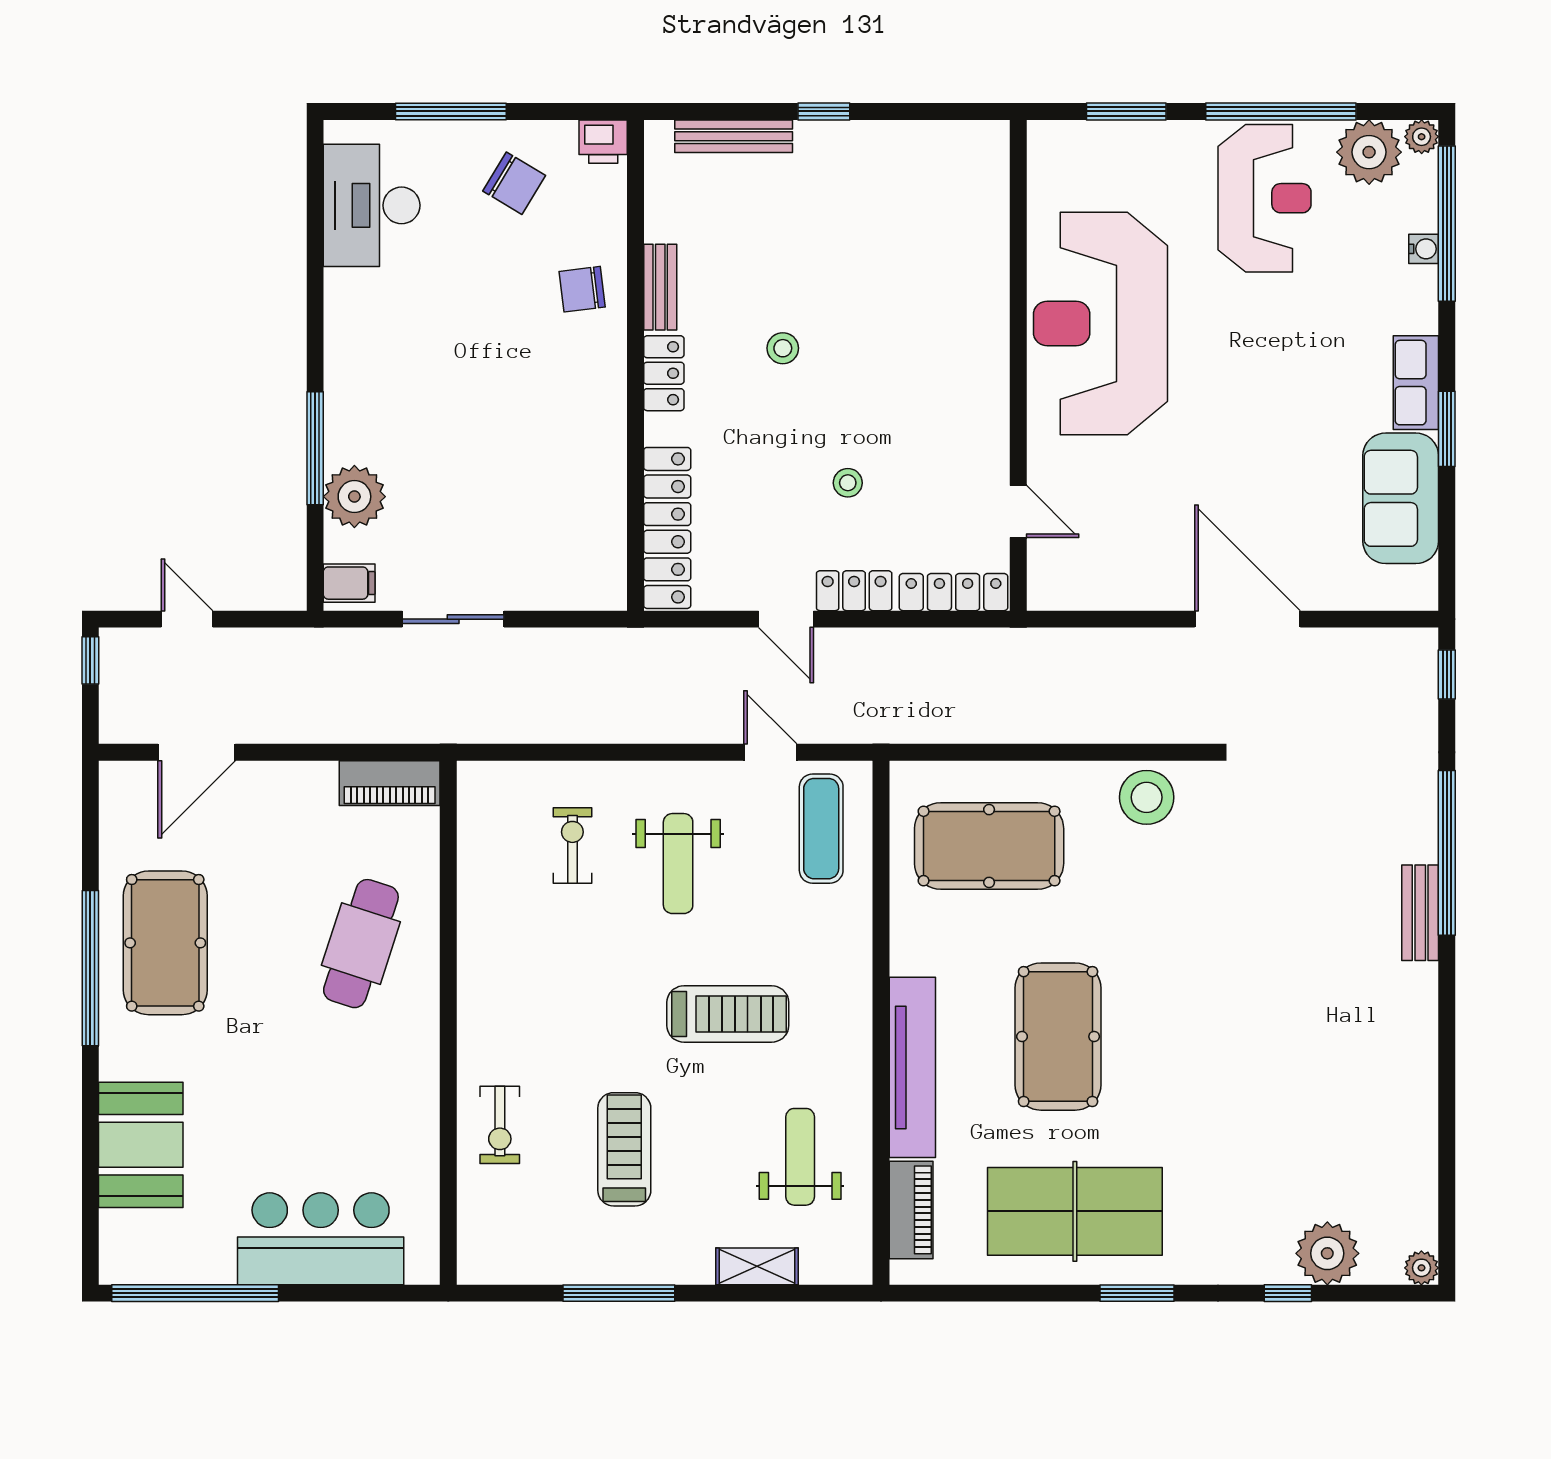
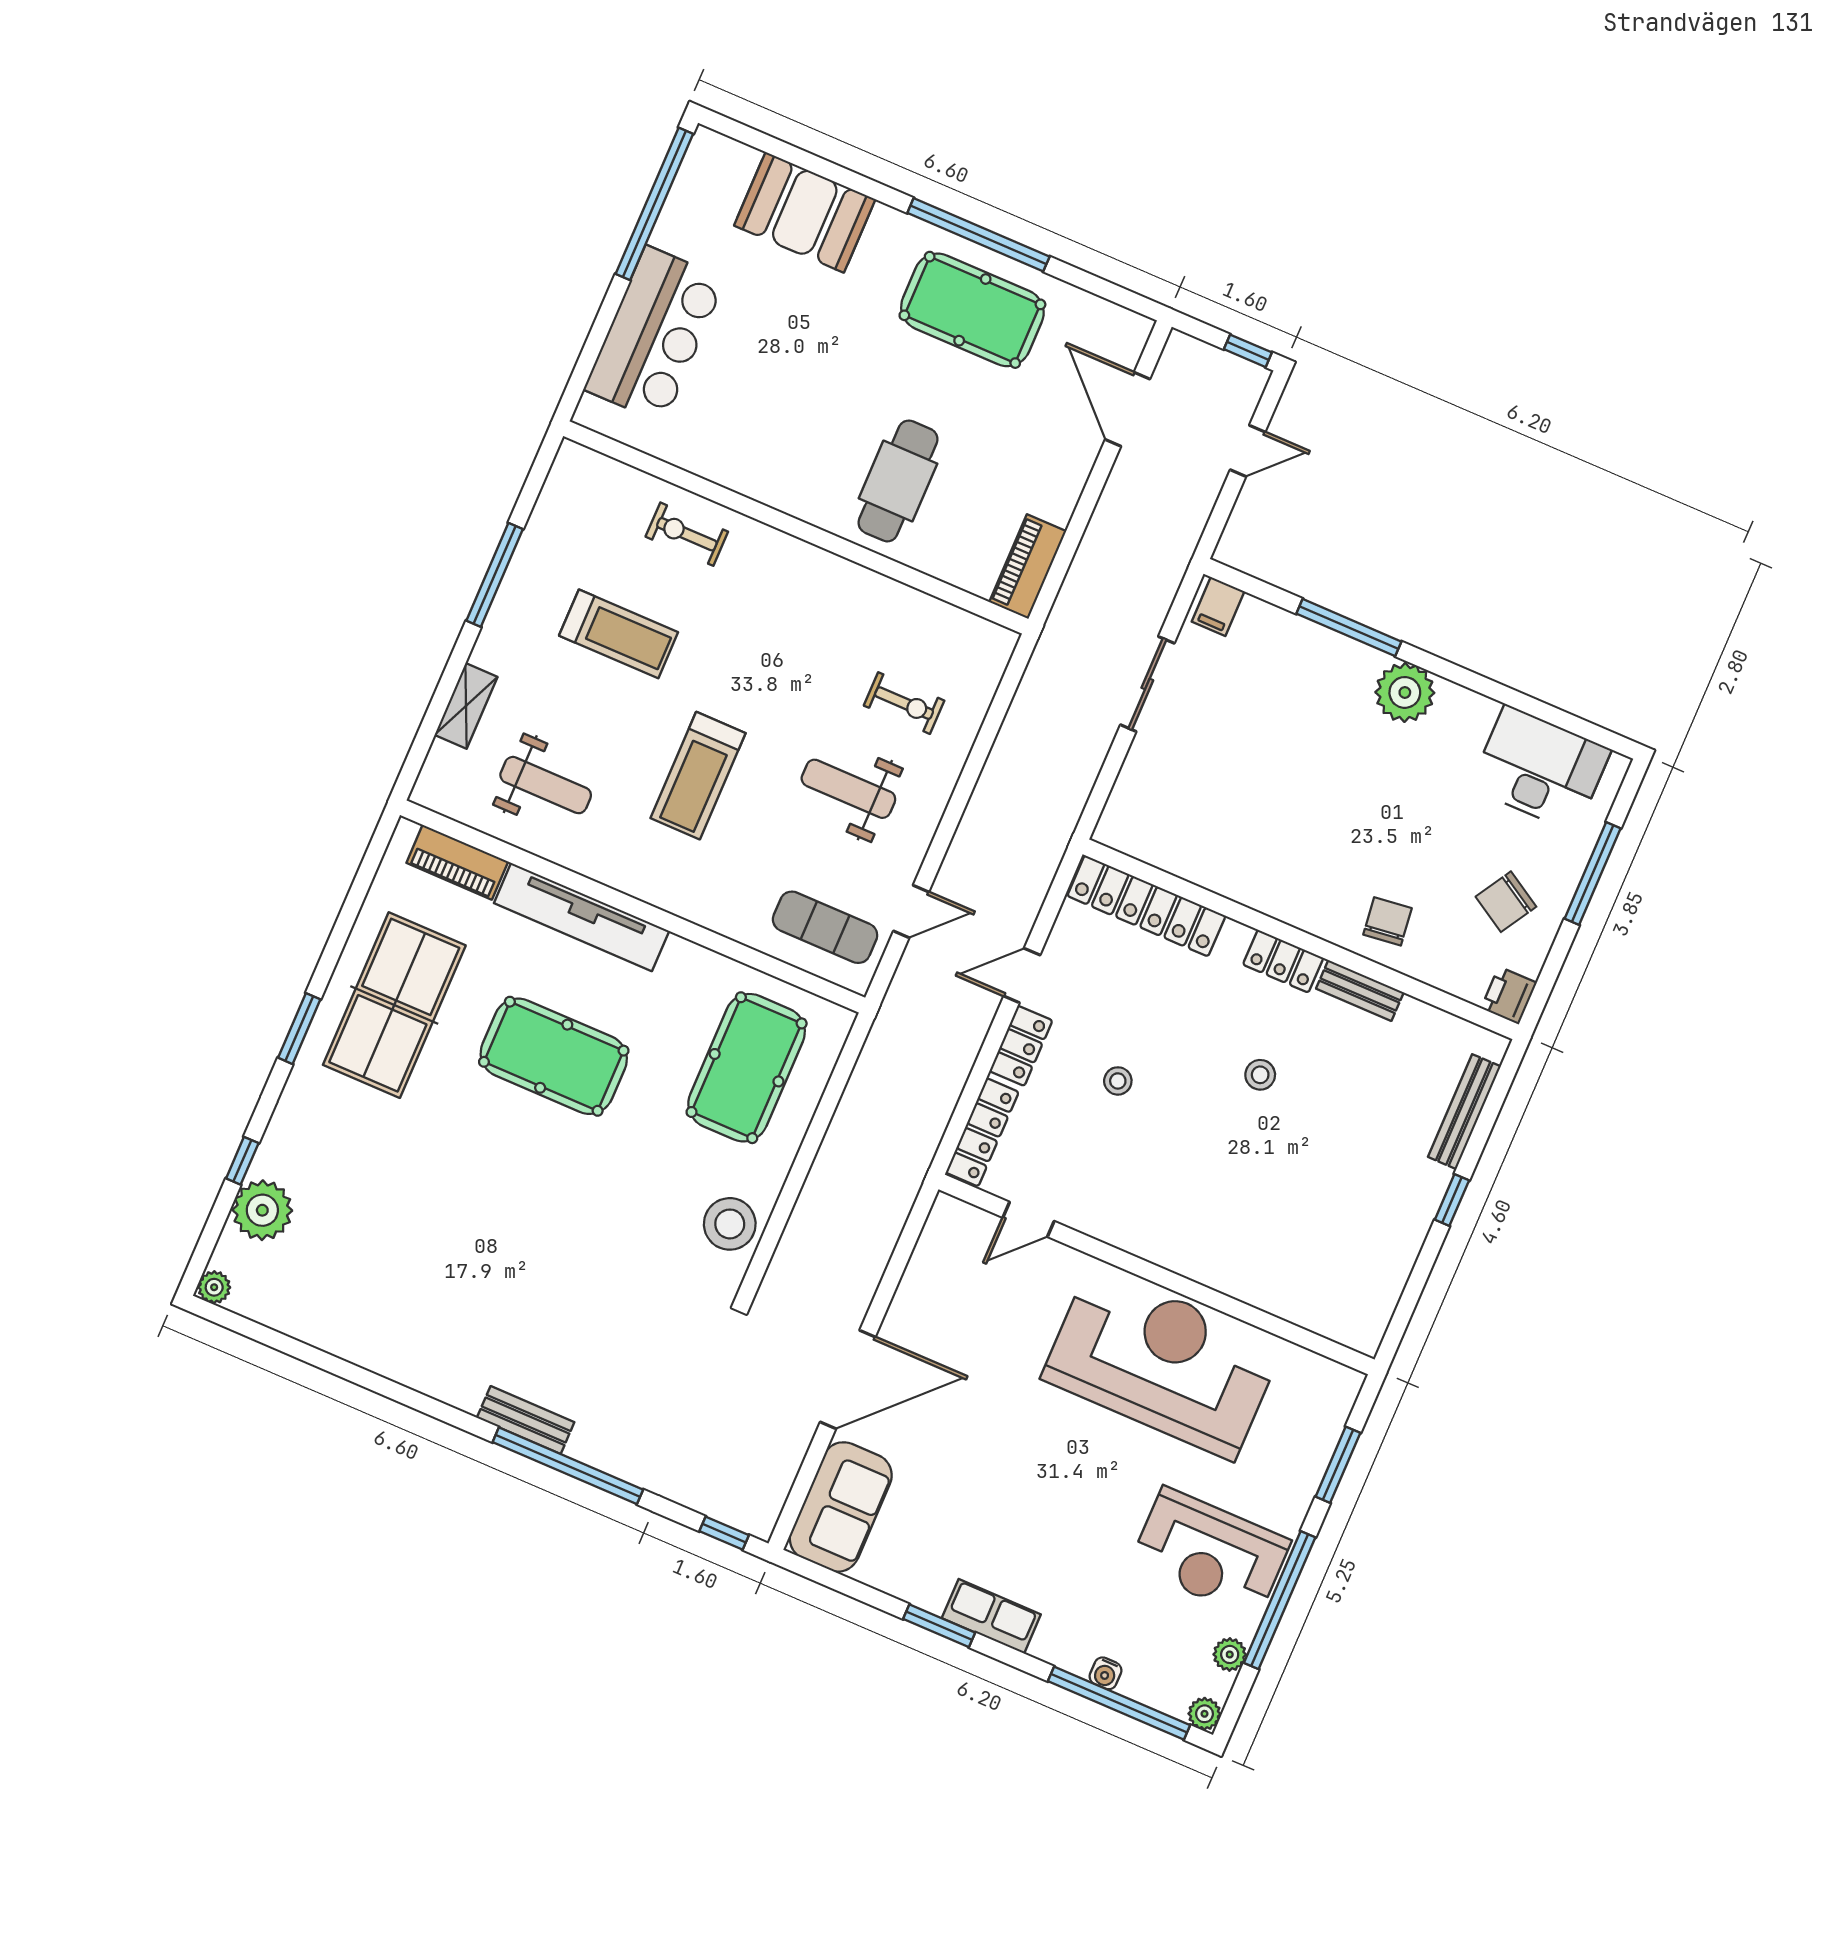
plant: (1369, 152) -> (1230, 1654), width x0.53, depth x0.53
plant: (354, 497) -> (1405, 692), moved
sofa: (1401, 498) -> (841, 1507), moved, turned 90
cafe table: (361, 944) -> (898, 481), turned 72

